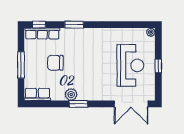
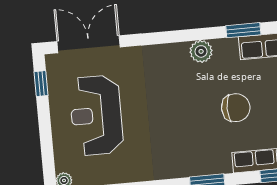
window: (158, 66) -> (41, 84), moved
window: (78, 104) -> (243, 30), moved

